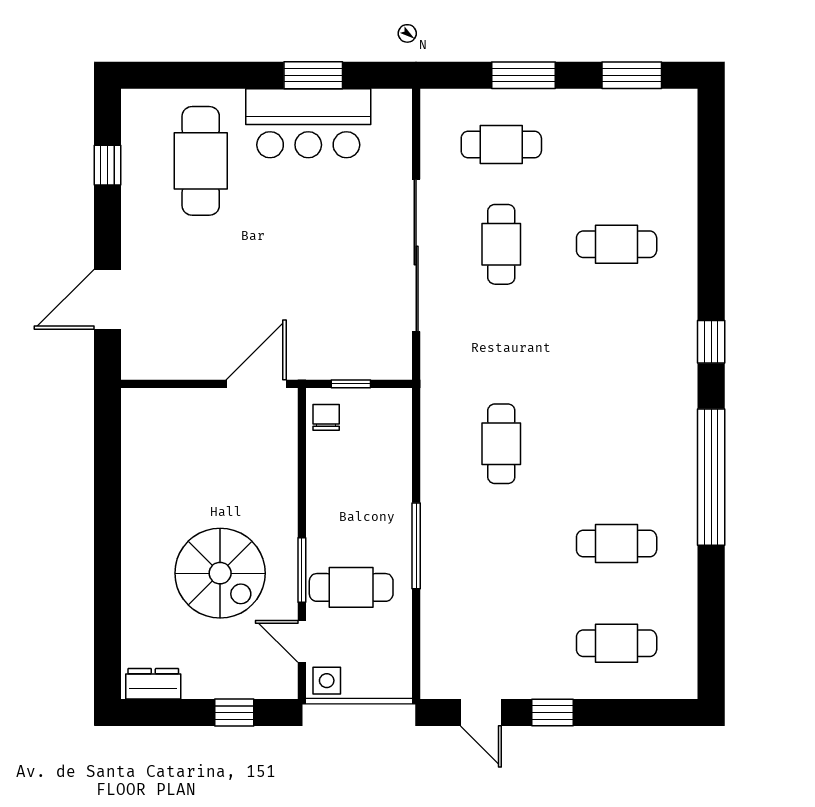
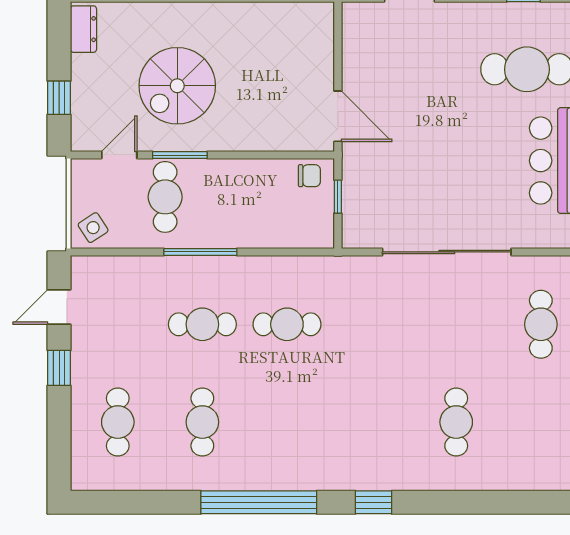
cafe table: (501, 244) -> (202, 324), moved
side table: (327, 681) -> (93, 228), moved, turned -33

